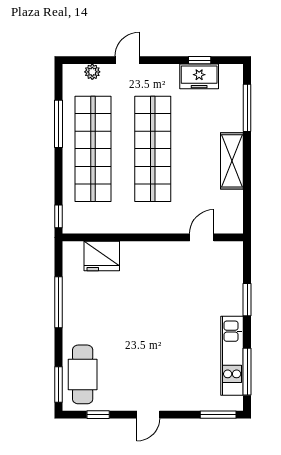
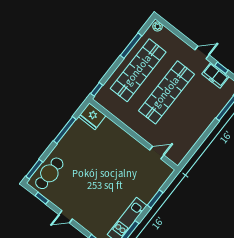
door: (127, 60) -> (202, 52), moved
plant: (92, 72) -> (158, 26), moved
shelving: (232, 161) -> (199, 128), removed
fridge: (102, 256) -> (92, 116), moved

